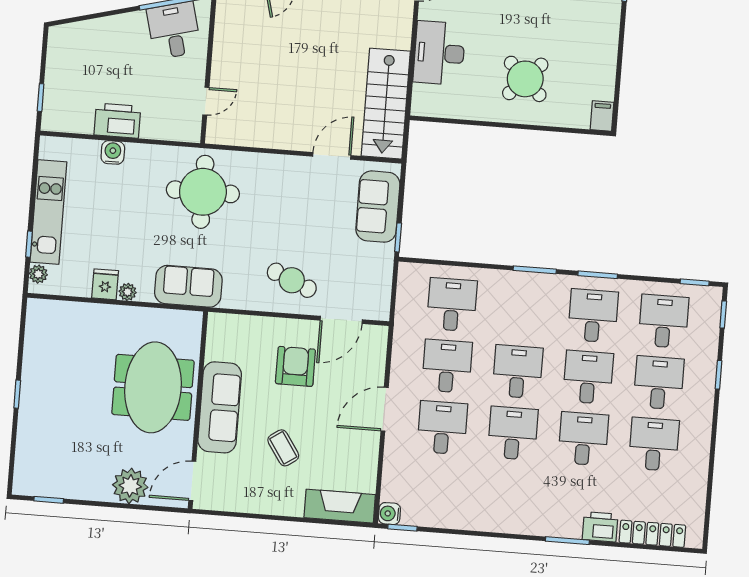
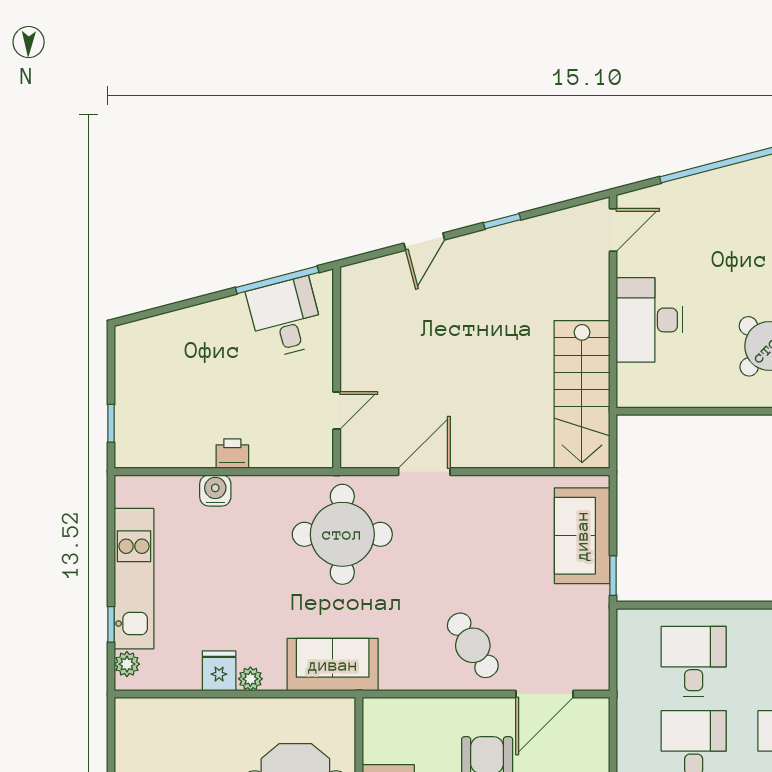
printer: (117, 121) -> (232, 454), width x0.53, depth x0.68
door: (332, 156) -> (424, 472), moved
cafe table: (292, 280) -> (473, 645), turned 34

